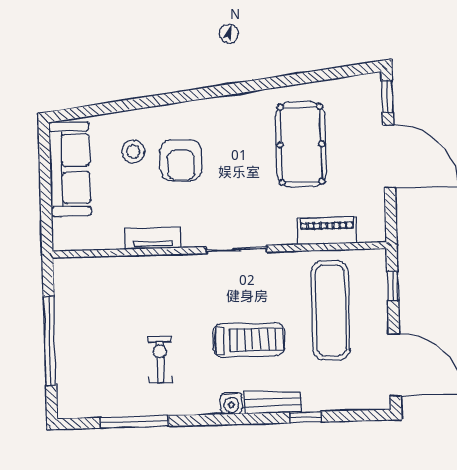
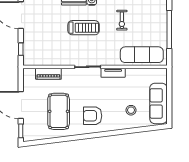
armchair: (181, 160) -> (93, 116), moved, turned -90
tv unit: (153, 238) -> (113, 73), moved
exercise mat: (331, 310) -> (142, 55), moved, turned 90
treadmill: (249, 340) -> (84, 28), turned 180

